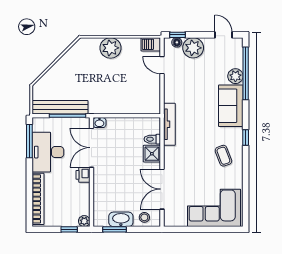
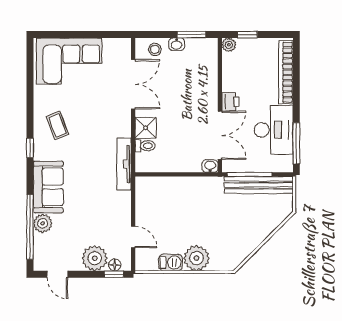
barbecue: (151, 44) -> (171, 263), moved
washbasin: (121, 219) -> (177, 44), width x0.52, depth x0.69

